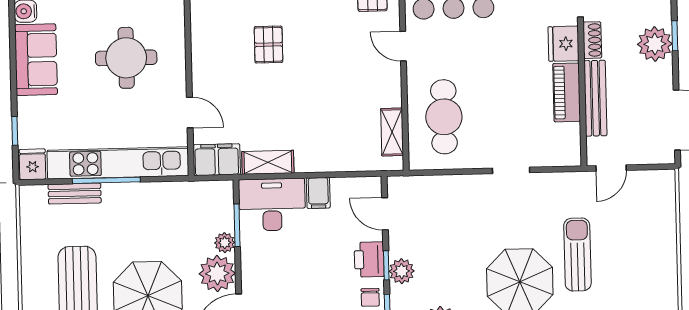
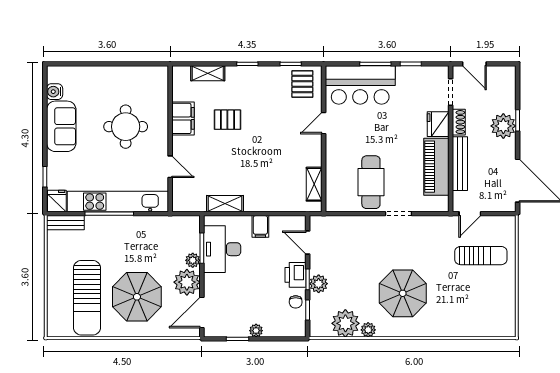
pallet: (269, 45) -> (227, 120), turned 90
door: (403, 46) -> (324, 123), hinge flipped
piano: (567, 92) -> (436, 167), width x1.37, depth x1.33
cafe table: (444, 117) -> (371, 182), moved
filing cabinet: (217, 160) -> (183, 118), moved, turned 90
bench: (75, 194) -> (65, 223), moved
desk: (272, 205) -> (222, 249), moved, turned -90
sun lounger: (577, 254) -> (481, 256), moved, turned 90

